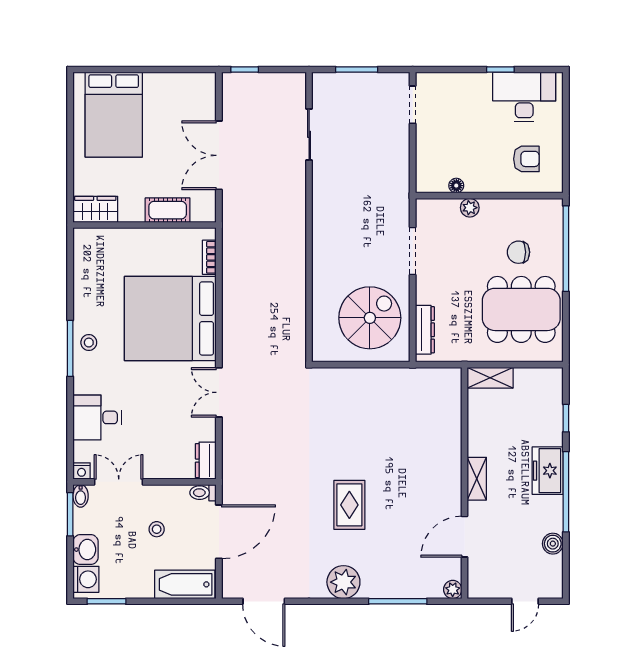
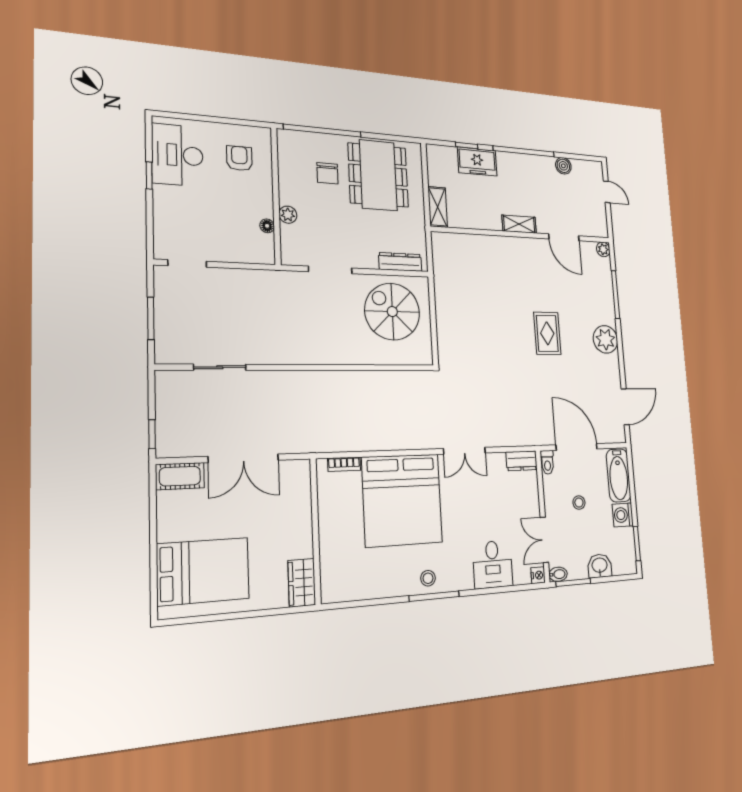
cot: (168, 210) -> (180, 476), moved, turned 90
freezer: (548, 471) -> (477, 162), moved
rug: (349, 505) -> (547, 333), turned 90
washing machine: (86, 579) -> (623, 515), moved, turned -90

